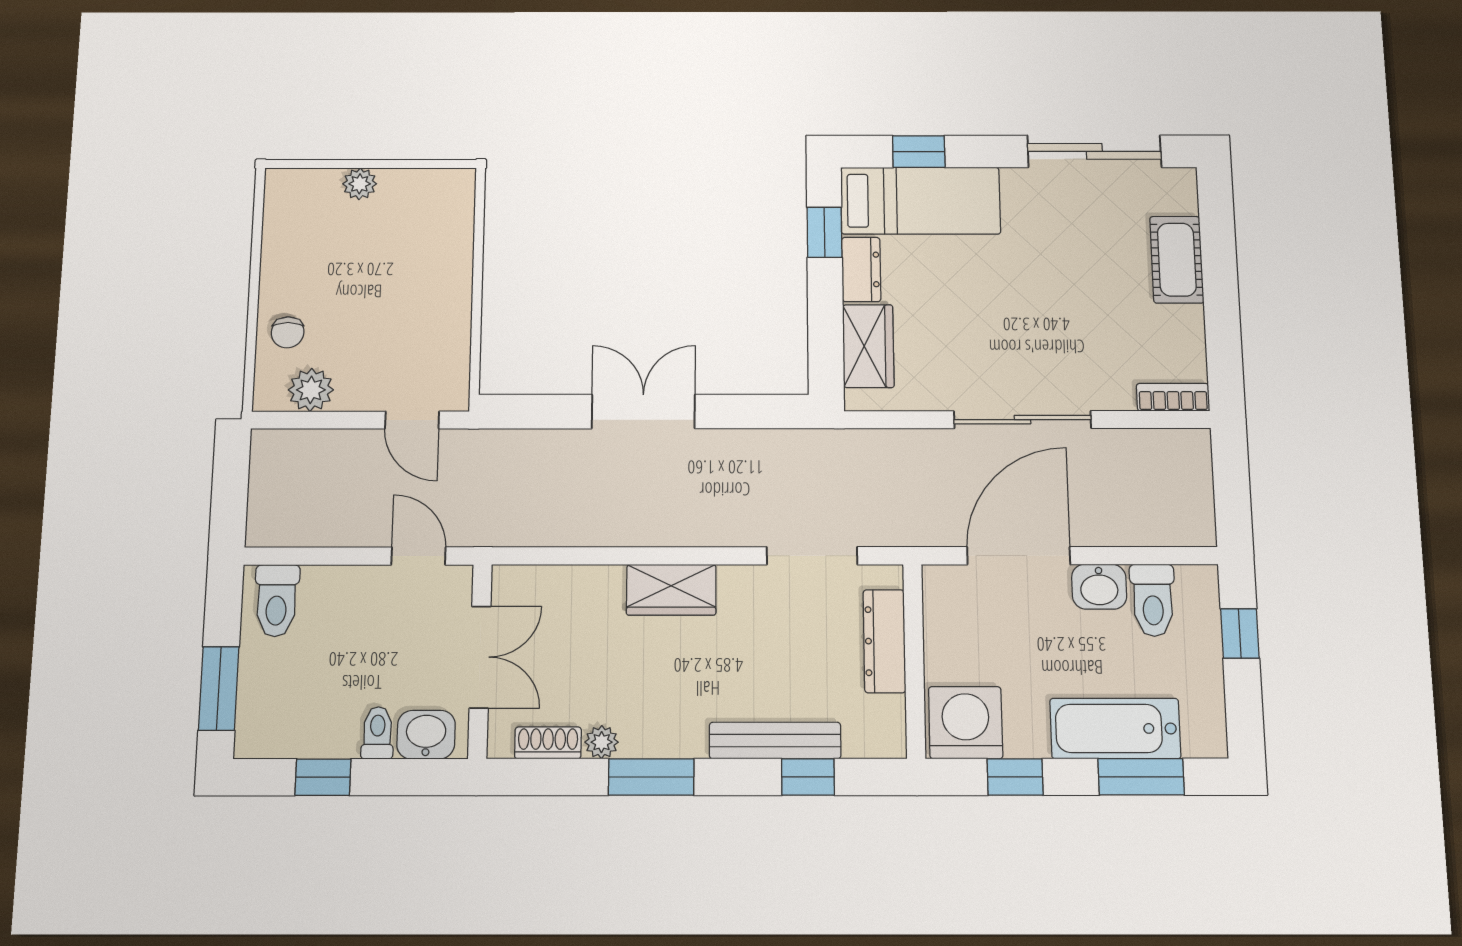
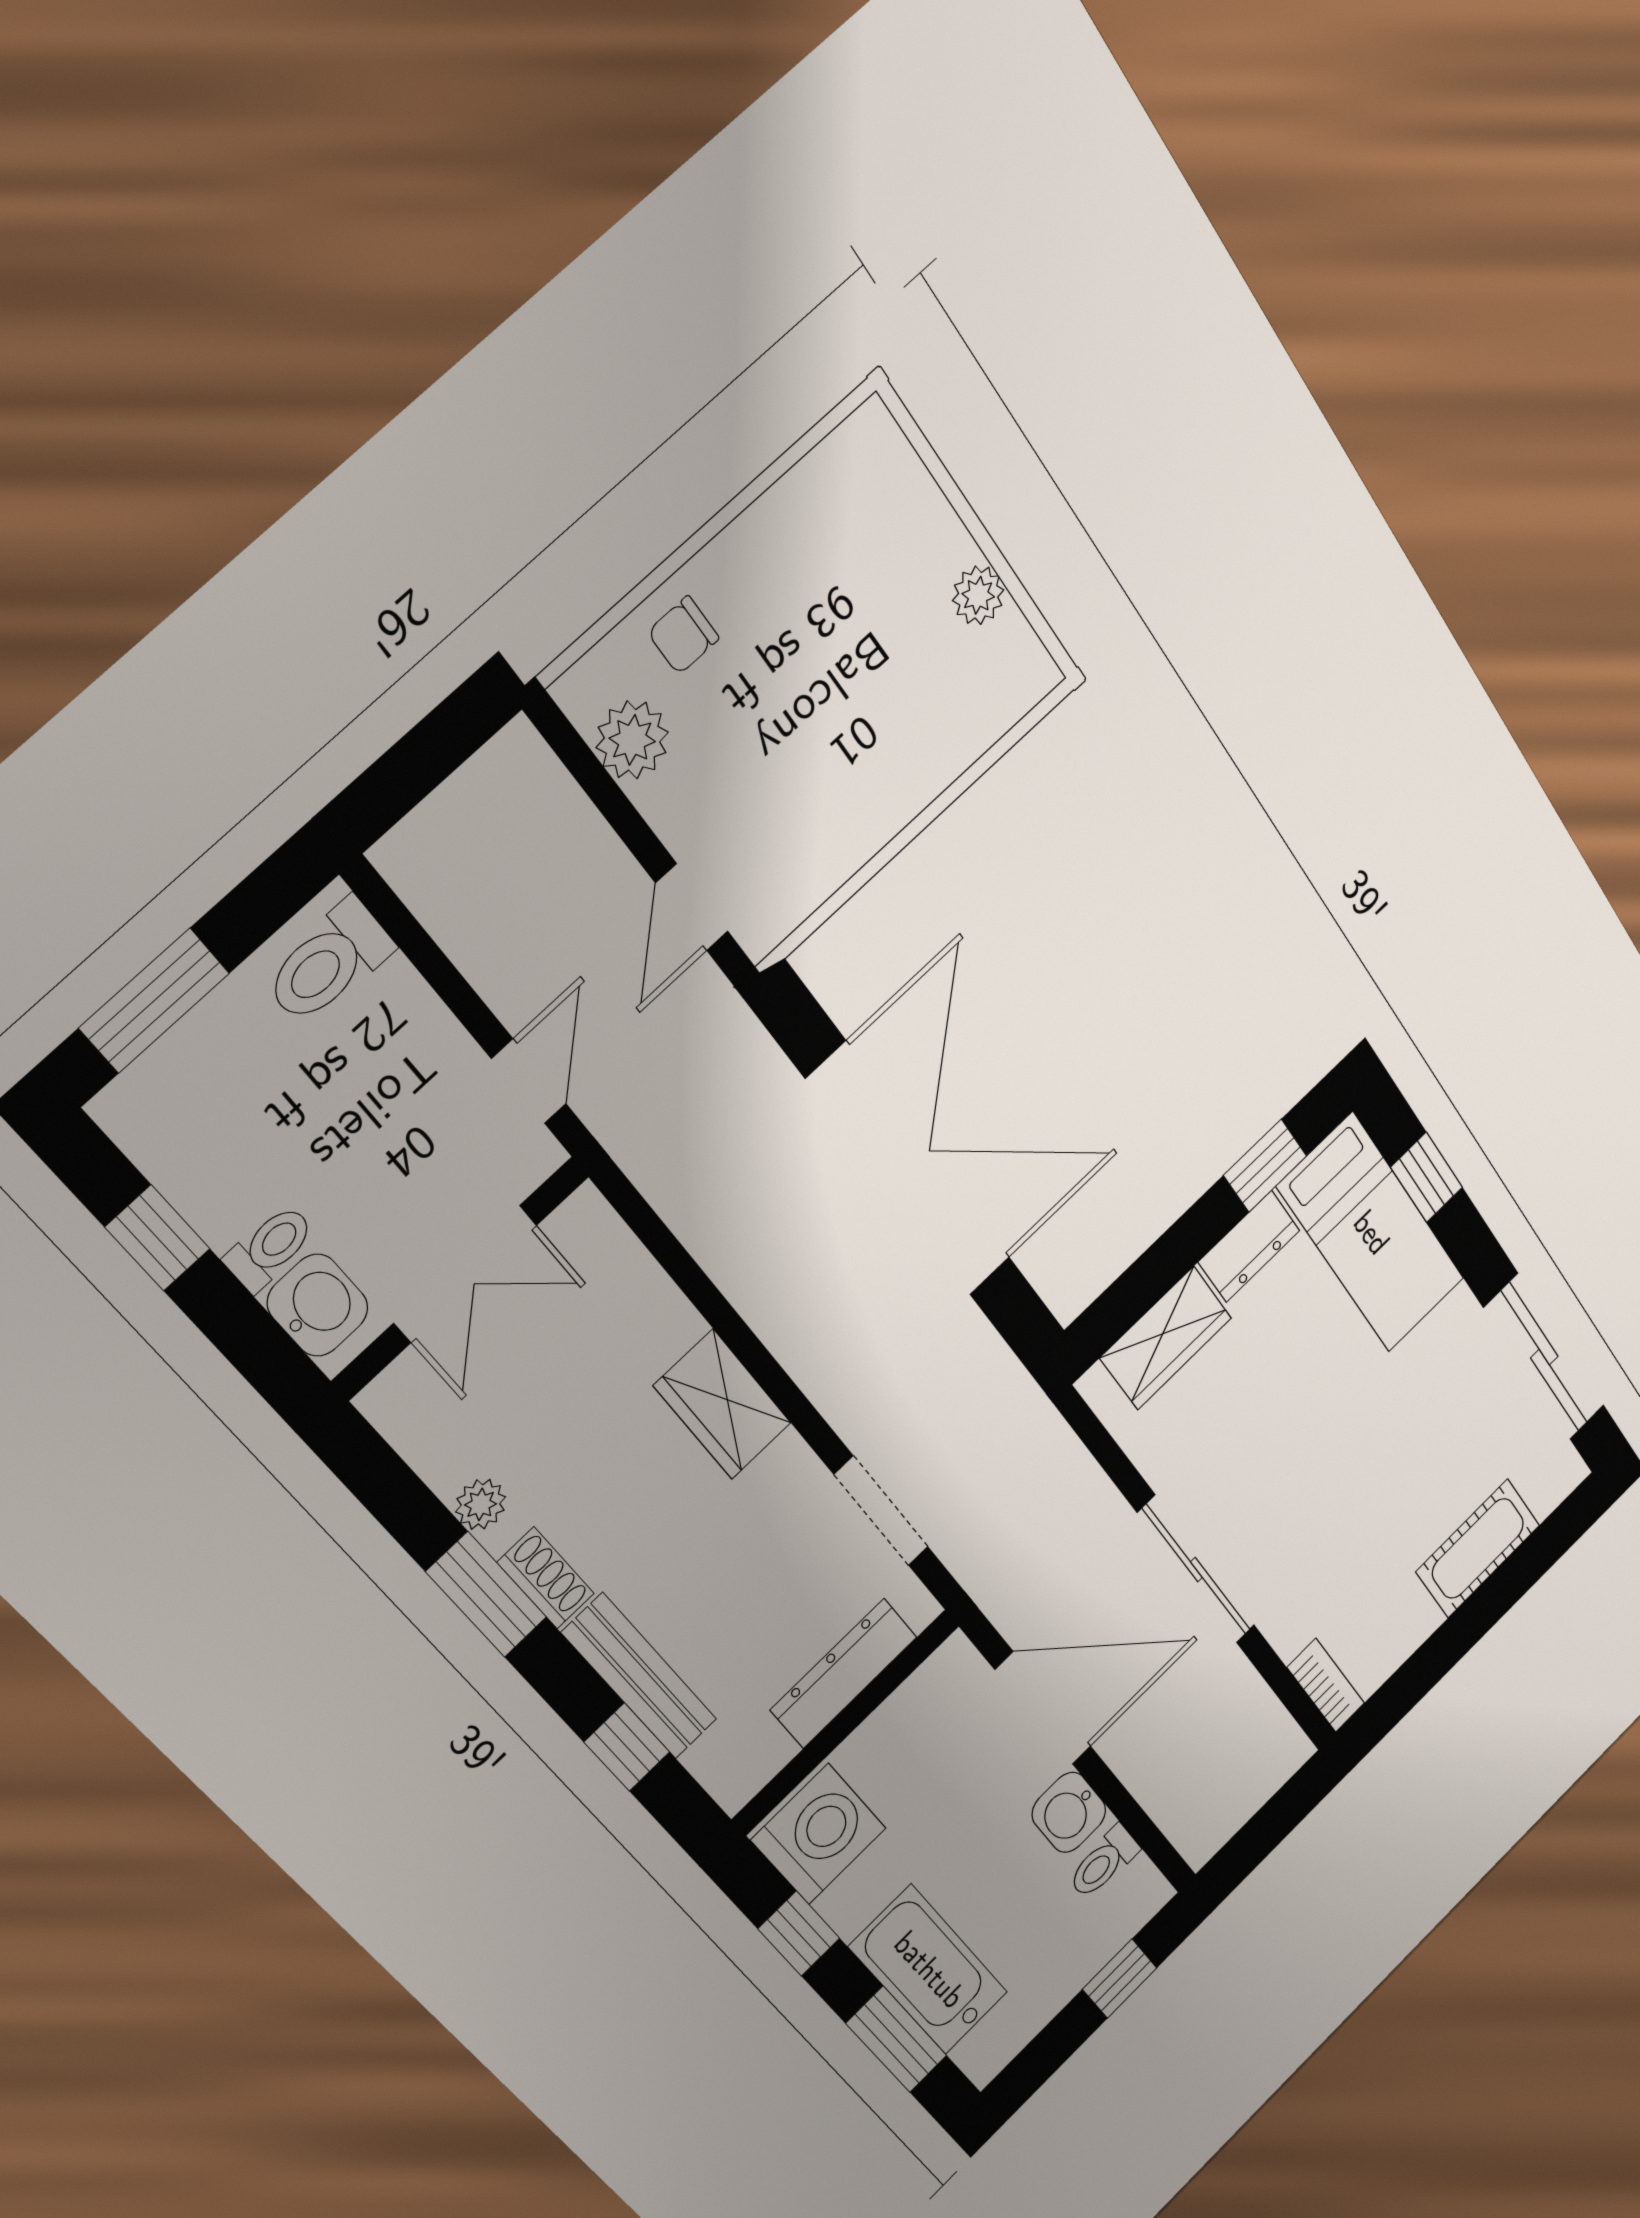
plant: (360, 184) -> (978, 595), moved
double door: (643, 411) -> (909, 1170), width x1.87
toilet: (1153, 600) -> (1104, 1862), width x0.73, depth x0.72
shoe rack: (548, 743) -> (546, 1578), moved

